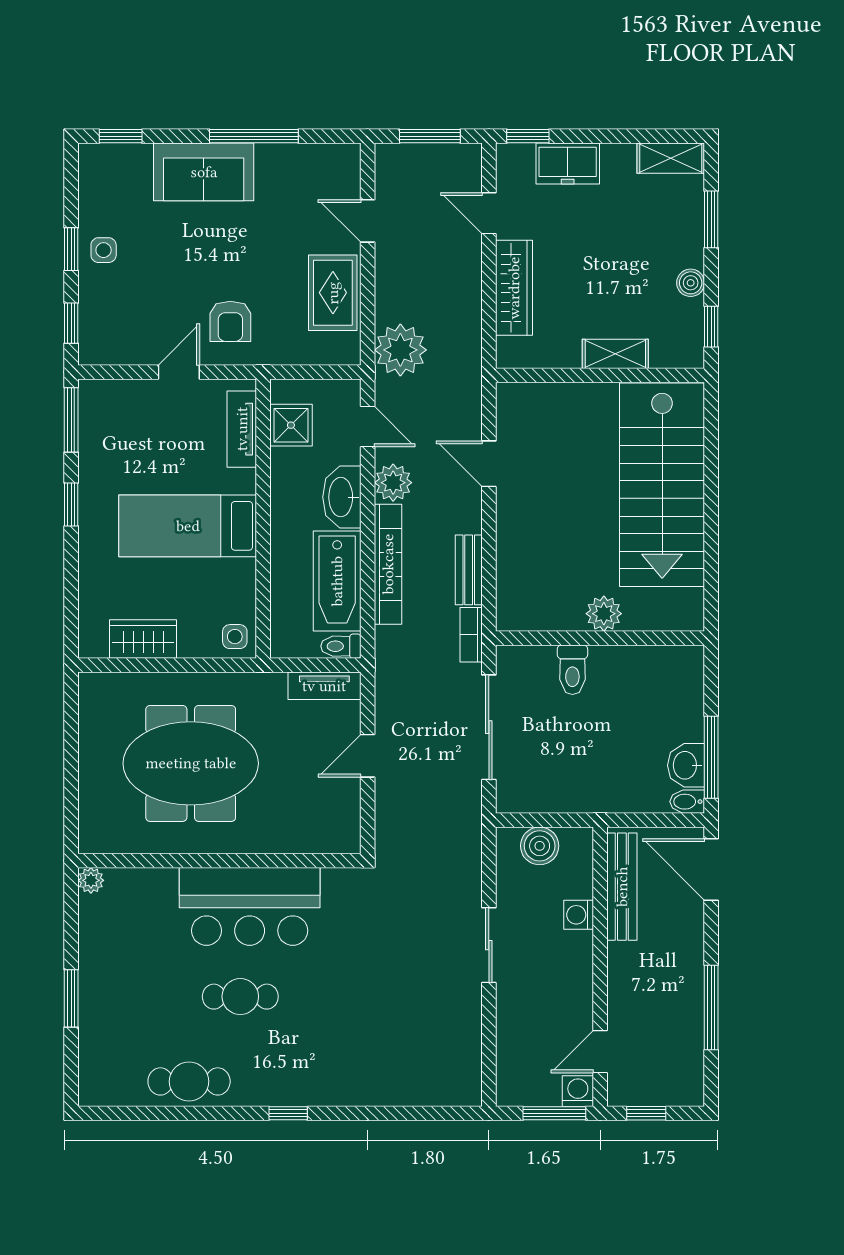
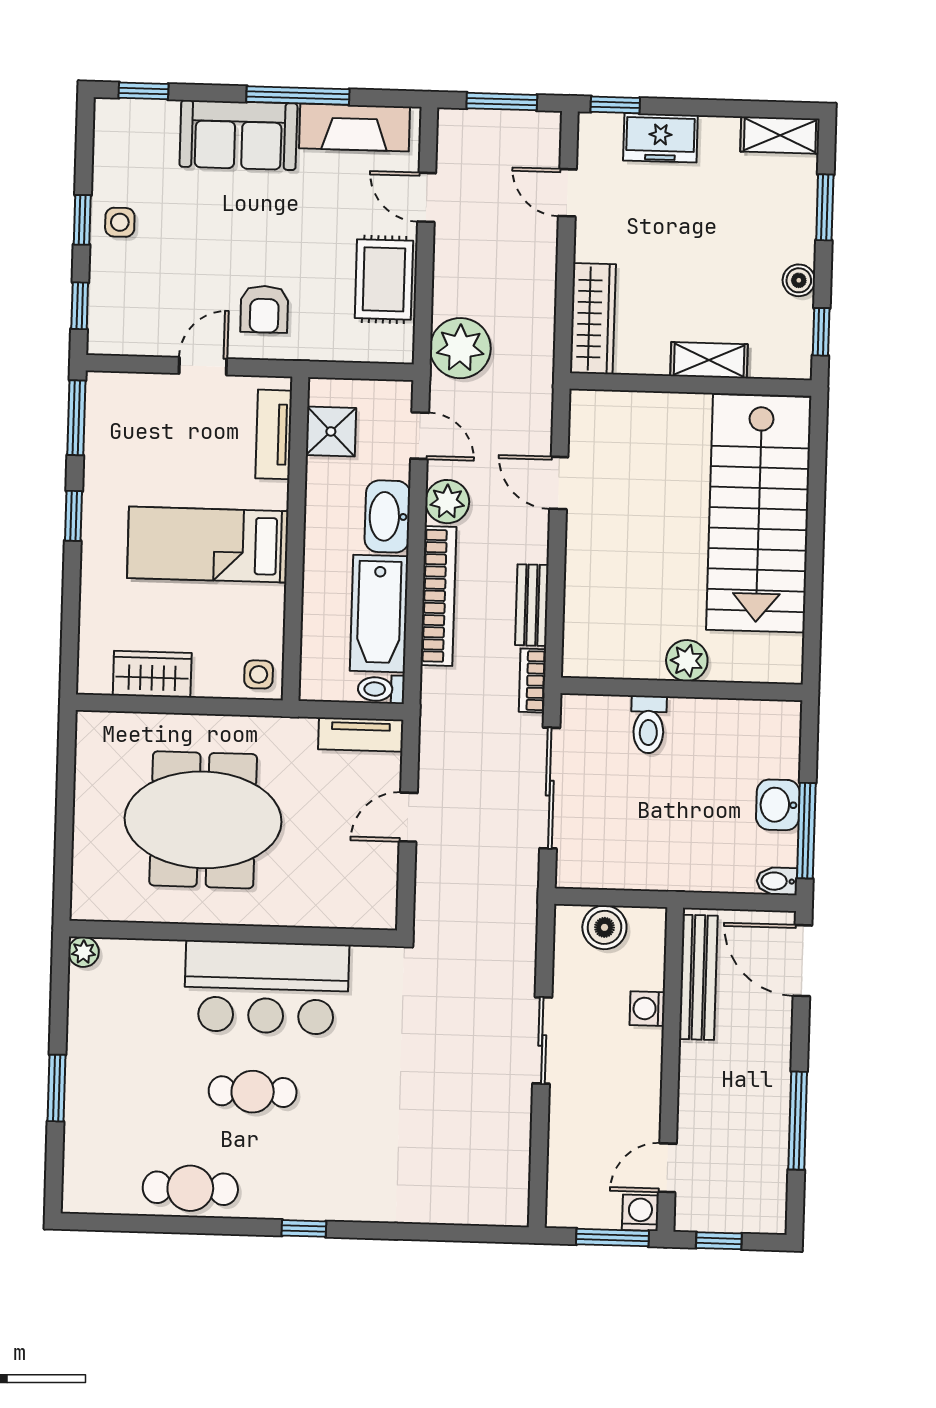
fireplace: (304, 162) -> (355, 127), added
wardrobe: (514, 288) -> (593, 319), moved
washbasin: (686, 765) -> (778, 805), moved

